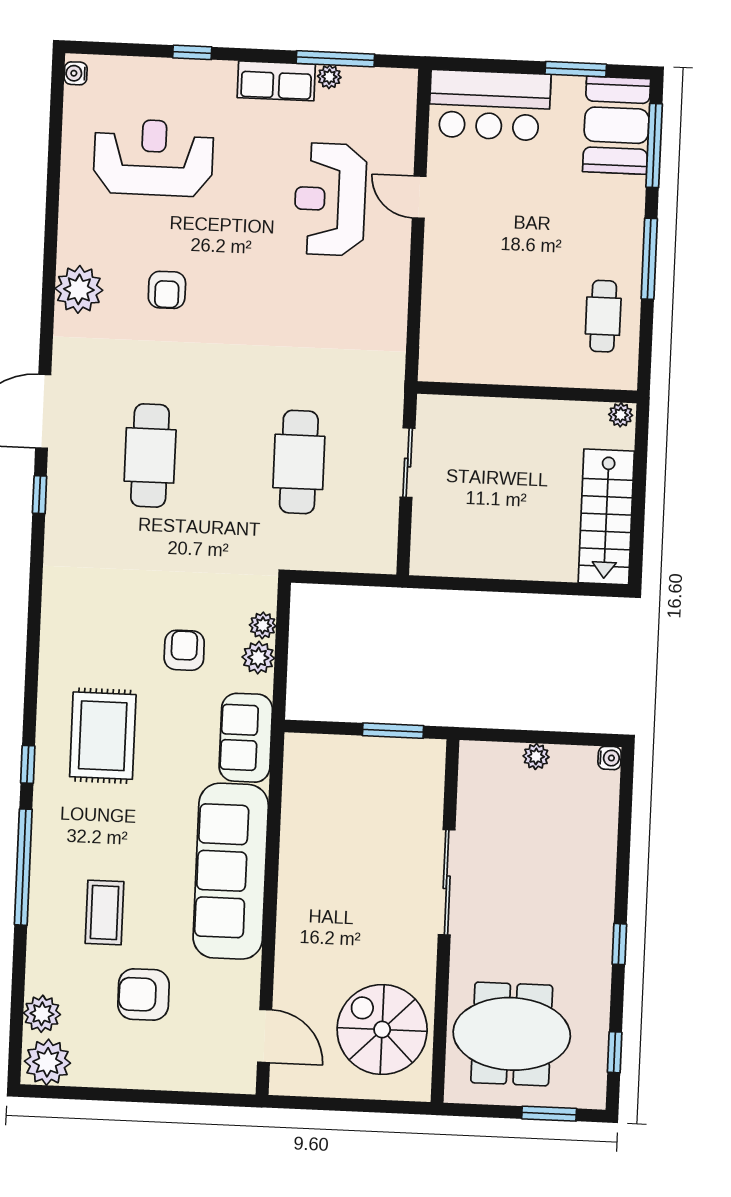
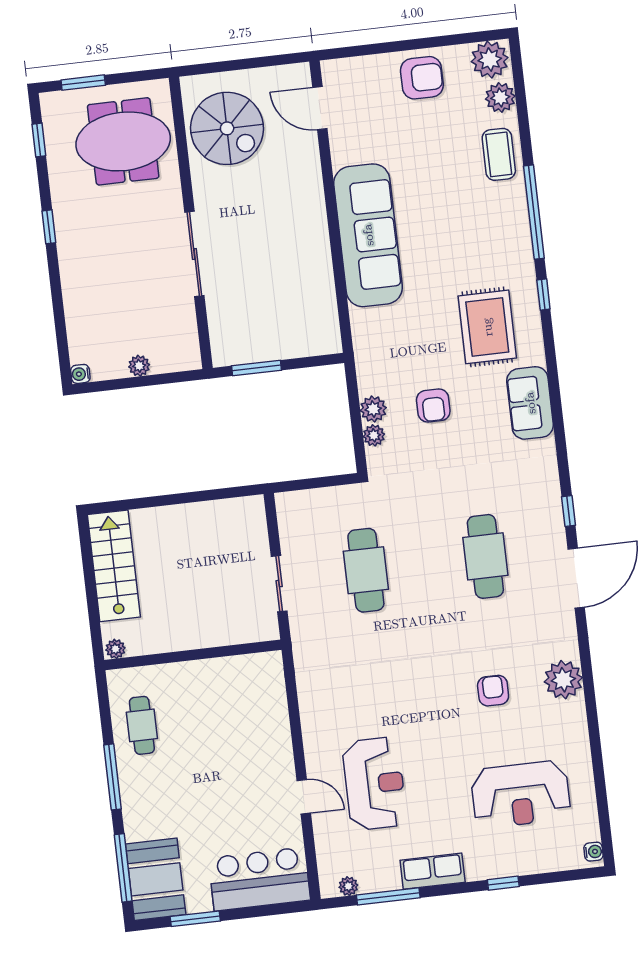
plant: (329, 77) -> (348, 886), moved
sofa: (246, 738) -> (530, 403), moved, turned 180
coffee table: (105, 912) -> (499, 154), moved
armchair: (143, 994) -> (422, 78), moved

